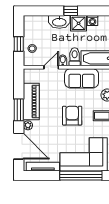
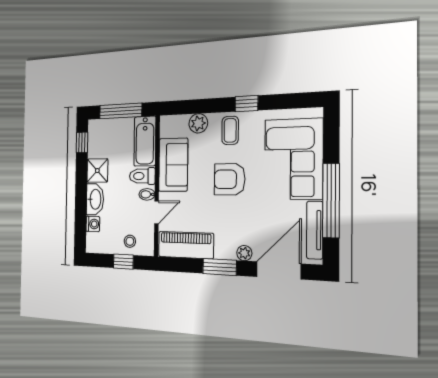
window: (71, 11) -> (82, 142), moved
washing machine: (92, 21) -> (93, 224), moved
door: (51, 67) -> (157, 212), swing flipped
piano: (31, 101) -> (186, 245), moved
window: (81, 176) -> (331, 201), moved

